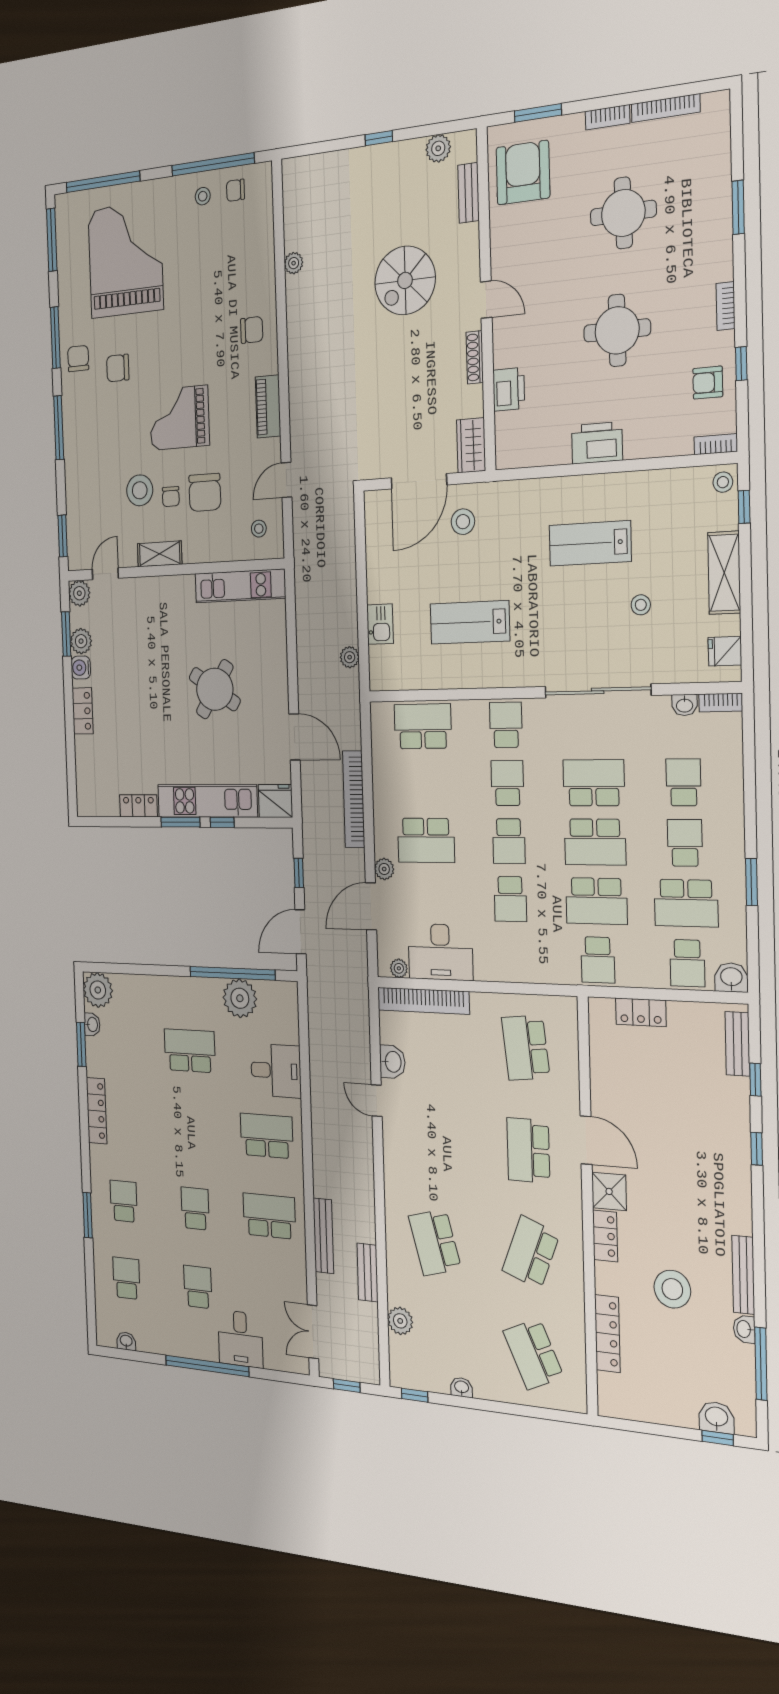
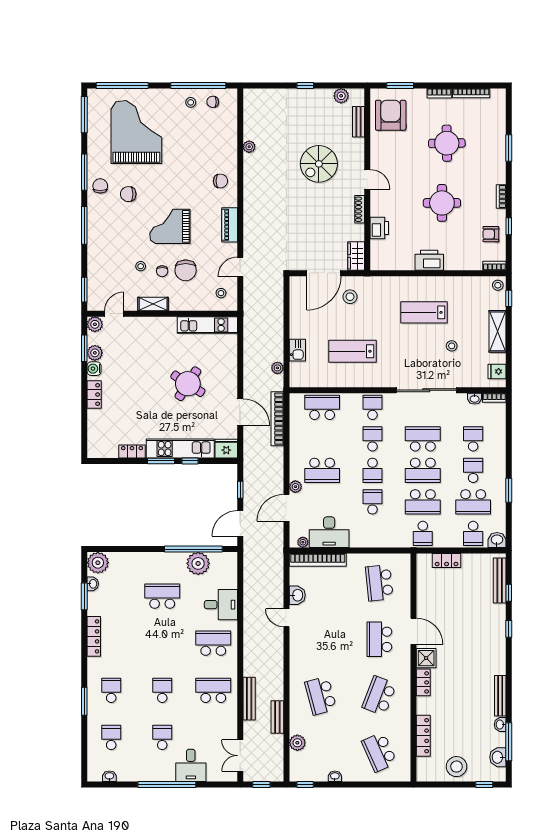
stool: (140, 490) -> (141, 266), width x0.53, depth x0.53
bookcase: (354, 799) -> (277, 419), moved
school desk: (510, 899) -> (372, 502), turned 180
bench: (737, 1044) -> (500, 581), width x1.36
stool: (672, 1289) -> (457, 767), moved
washbasin: (717, 1417) -> (498, 757), moved, turned -90

